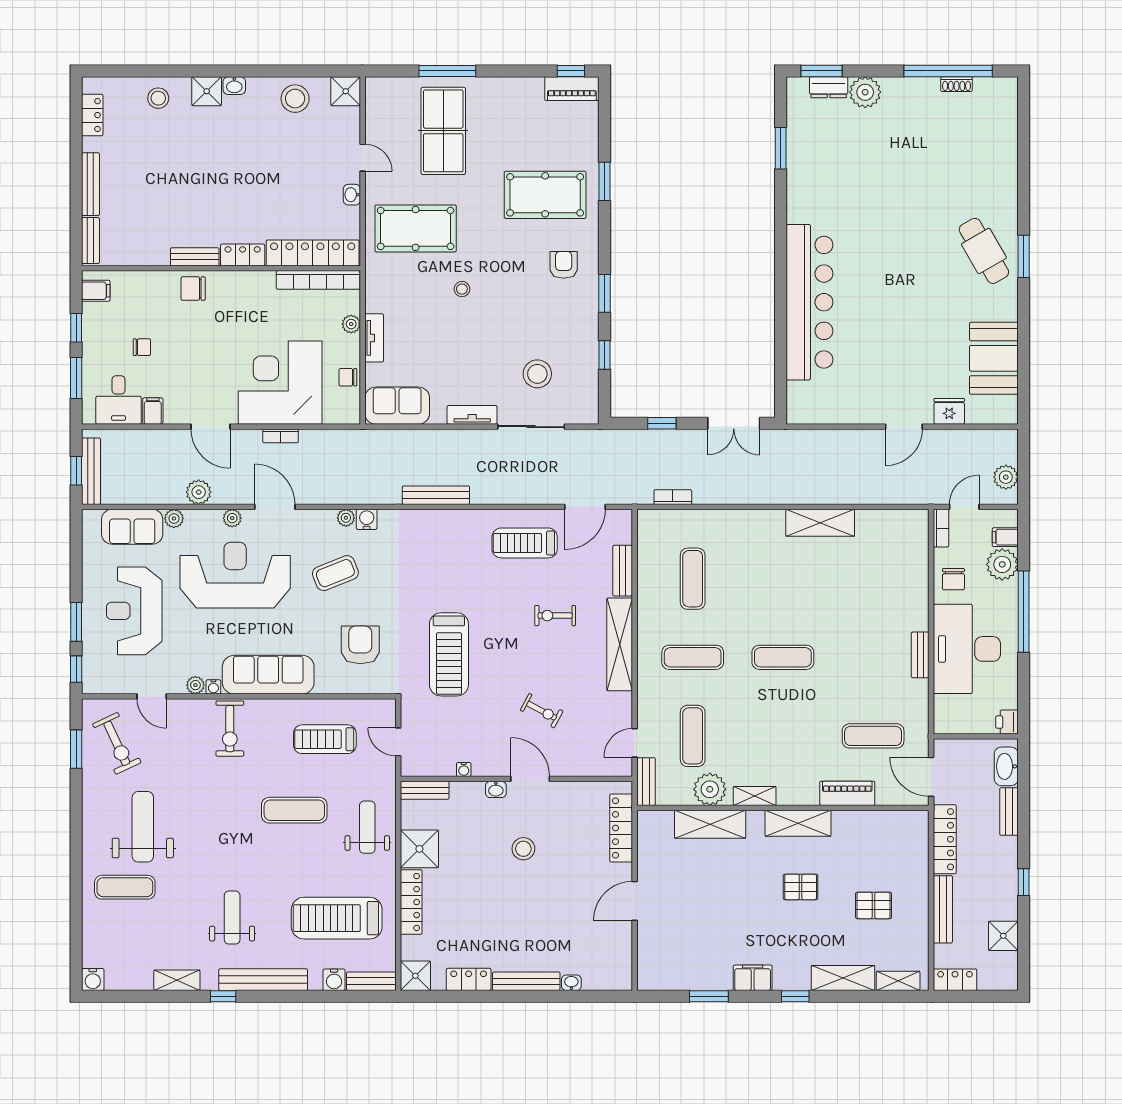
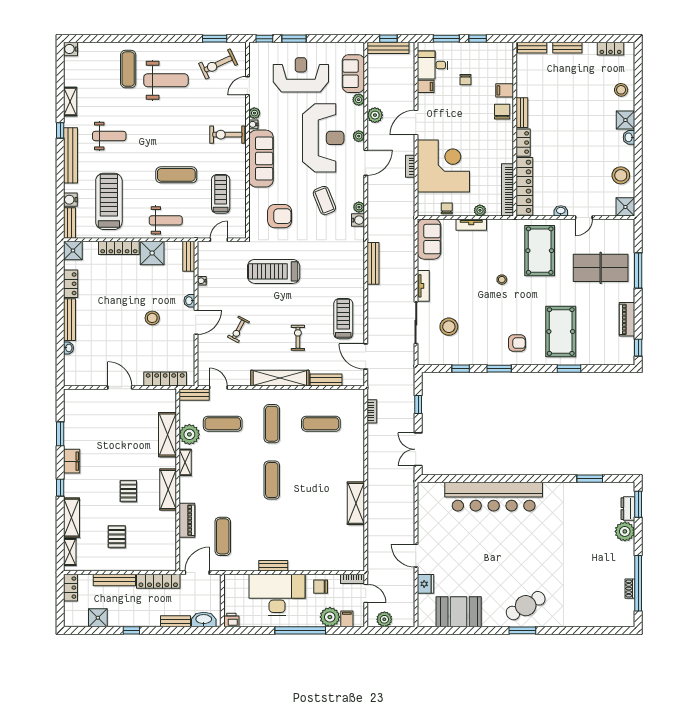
piano: (572, 89) -> (627, 319), moved
bench: (90, 184) -> (567, 48), width x0.73
filing cabinet: (96, 291) -> (505, 90), moved, turned 90
exercise mat: (294, 810) -> (176, 175), turned 90

